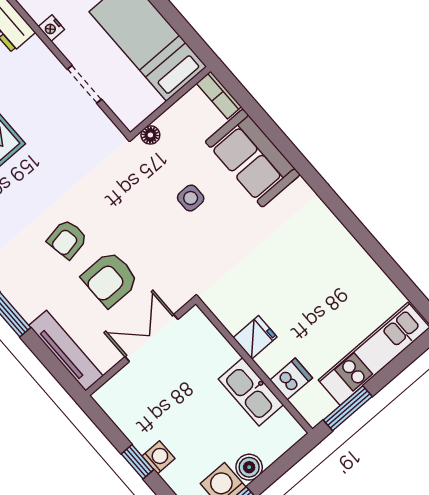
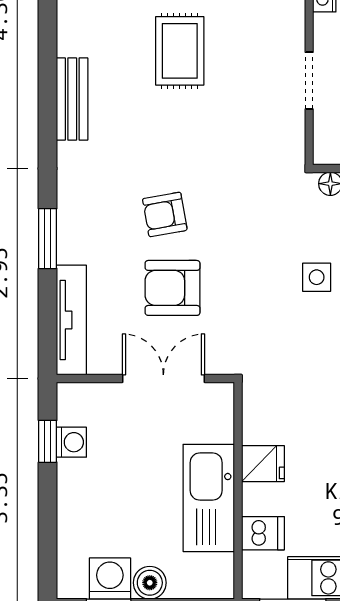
kitchen sink: (251, 392) -> (209, 498), width x1.36, depth x1.24
washing machine: (158, 457) -> (71, 442), moved
window: (137, 462) -> (48, 441), moved

